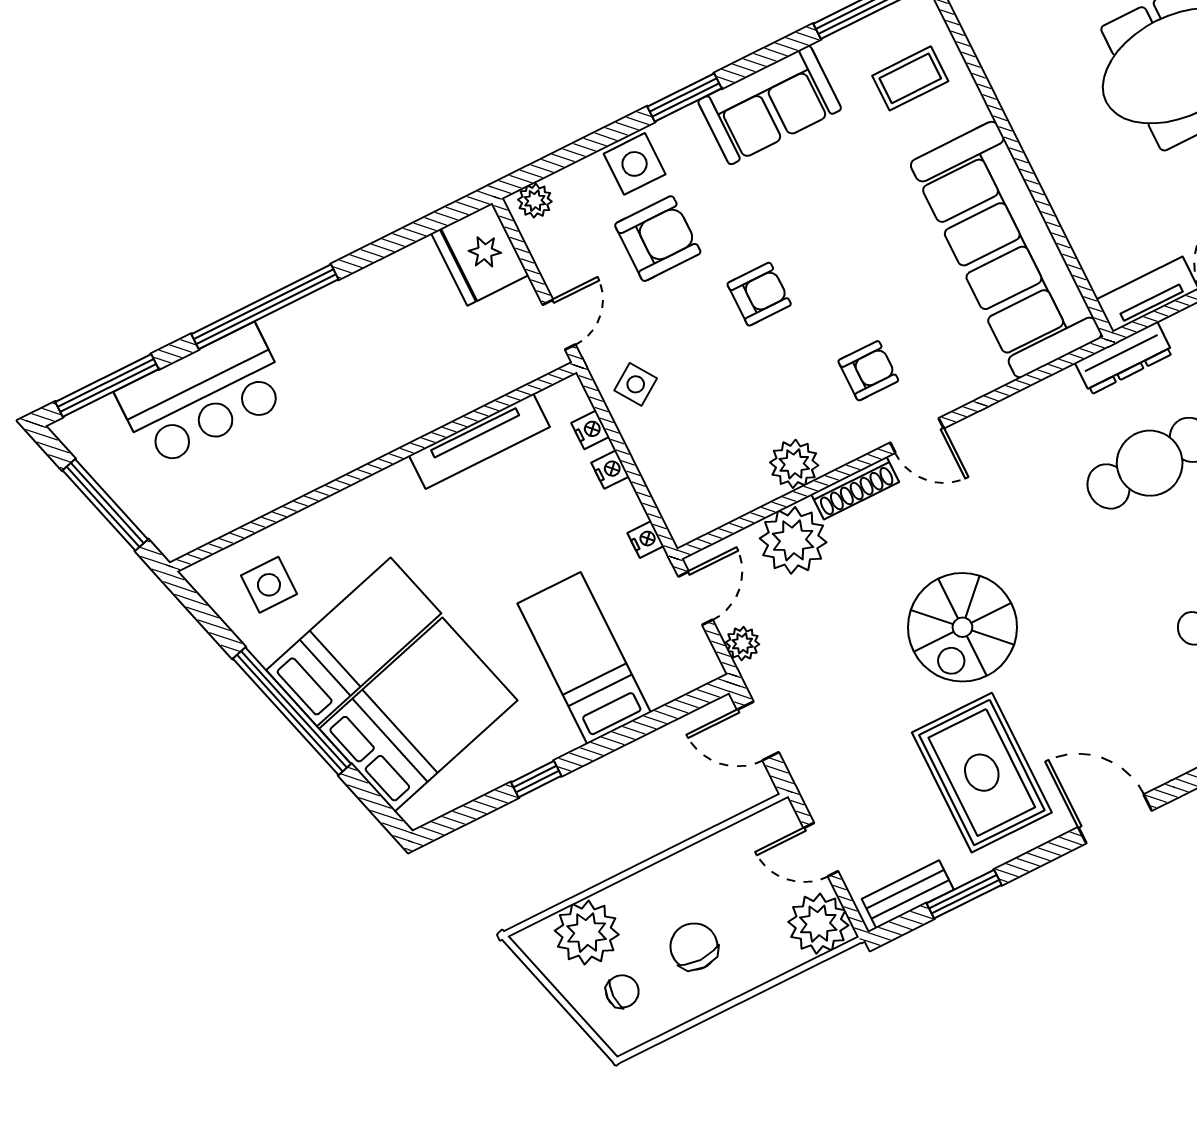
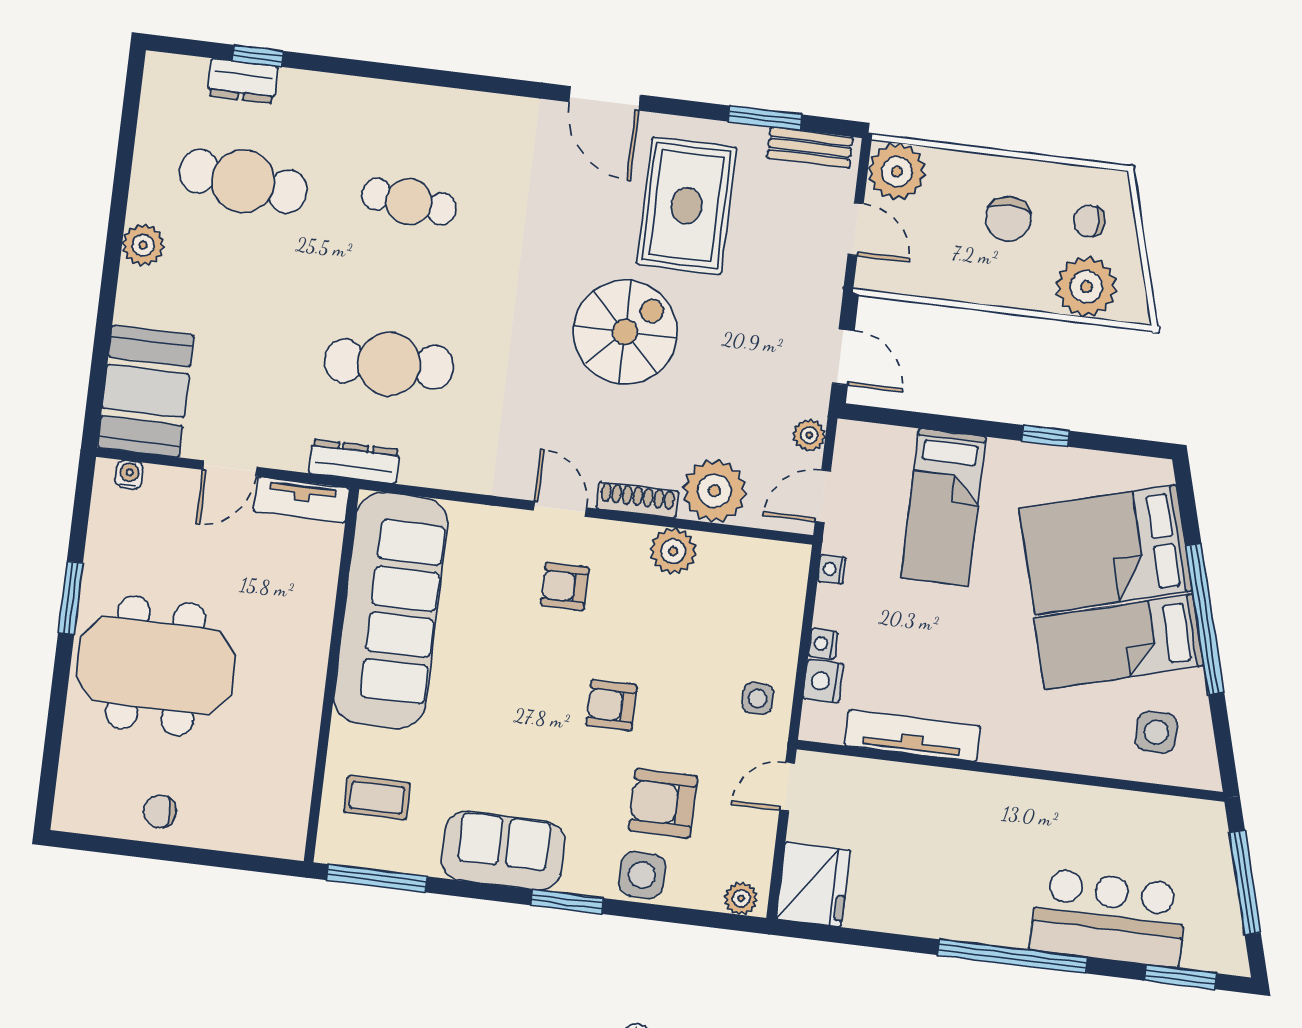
side table: (636, 384) -> (758, 698), turned 34
window: (107, 385) -> (1180, 977), width x0.69
nightstand: (590, 430) -> (823, 681), width x1.39, depth x1.35

